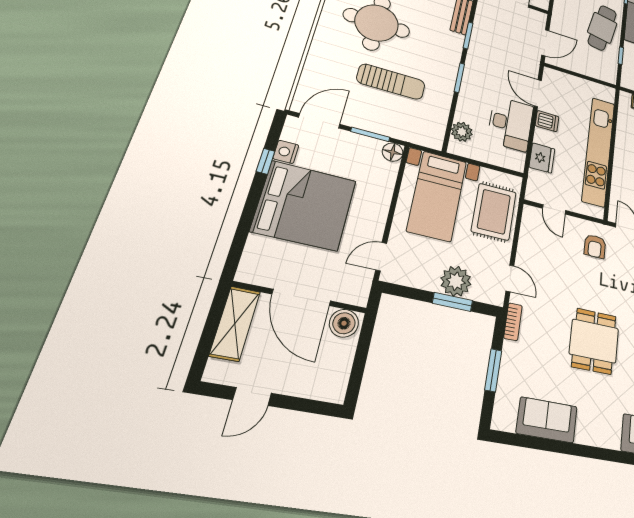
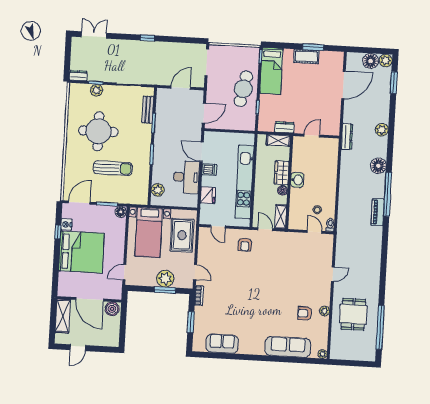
dining table: (594, 341) -> (247, 300), removed

